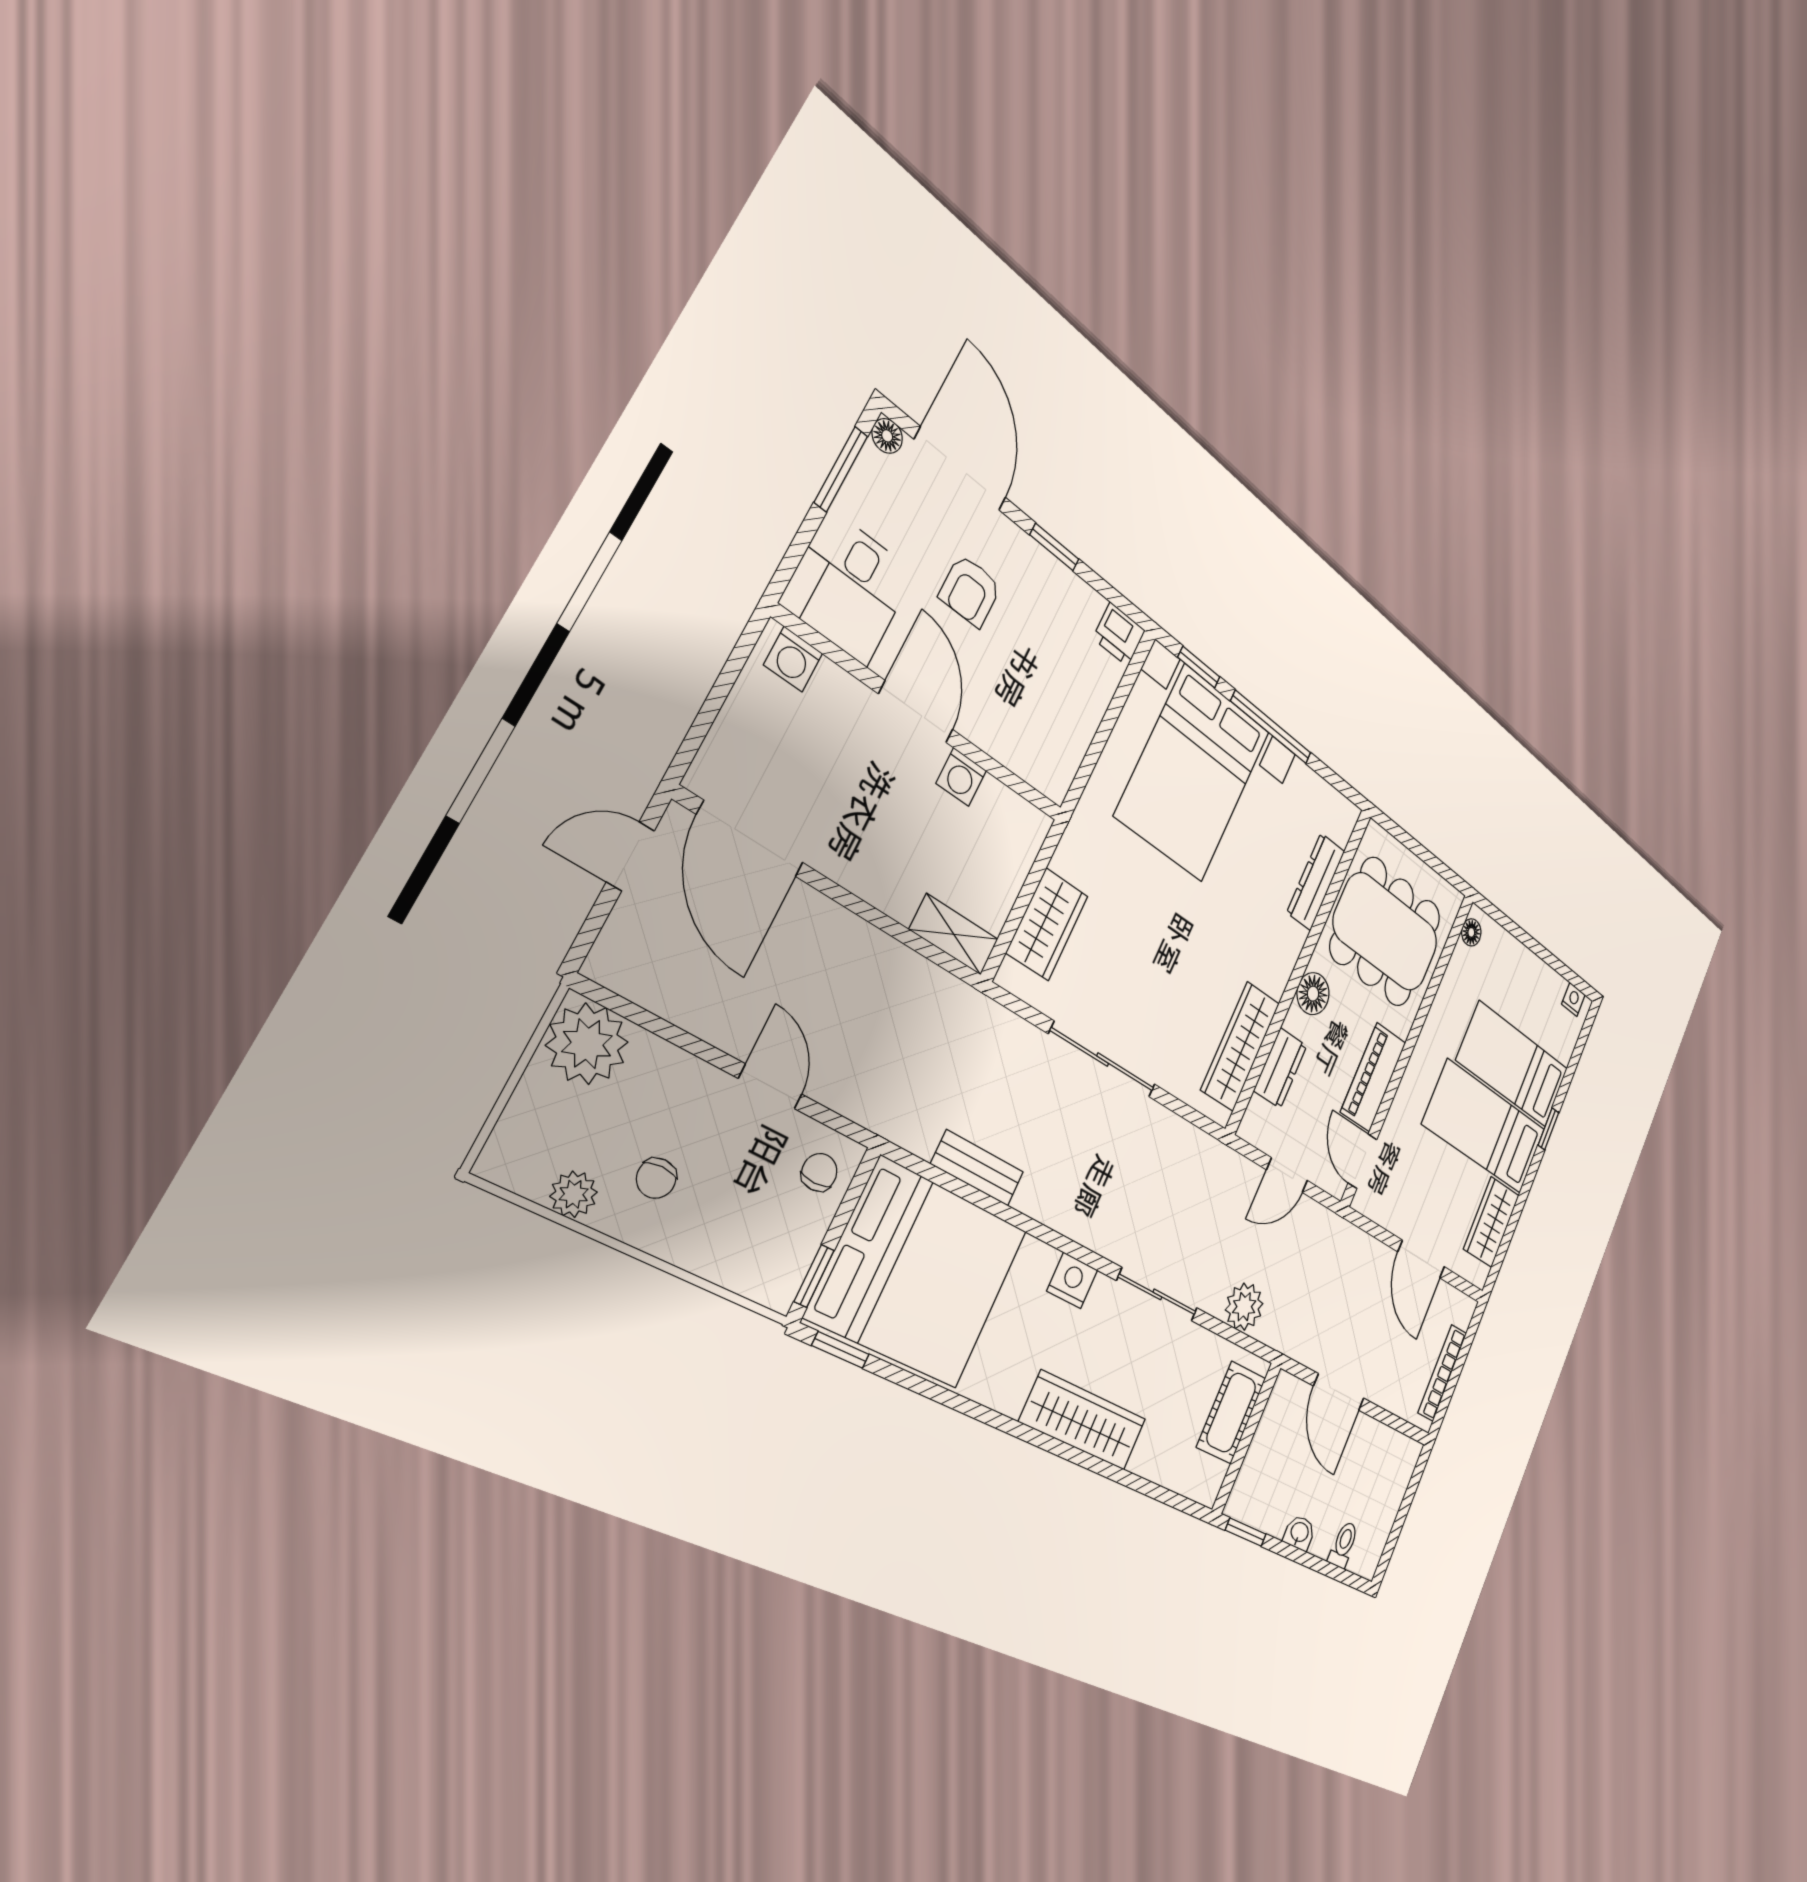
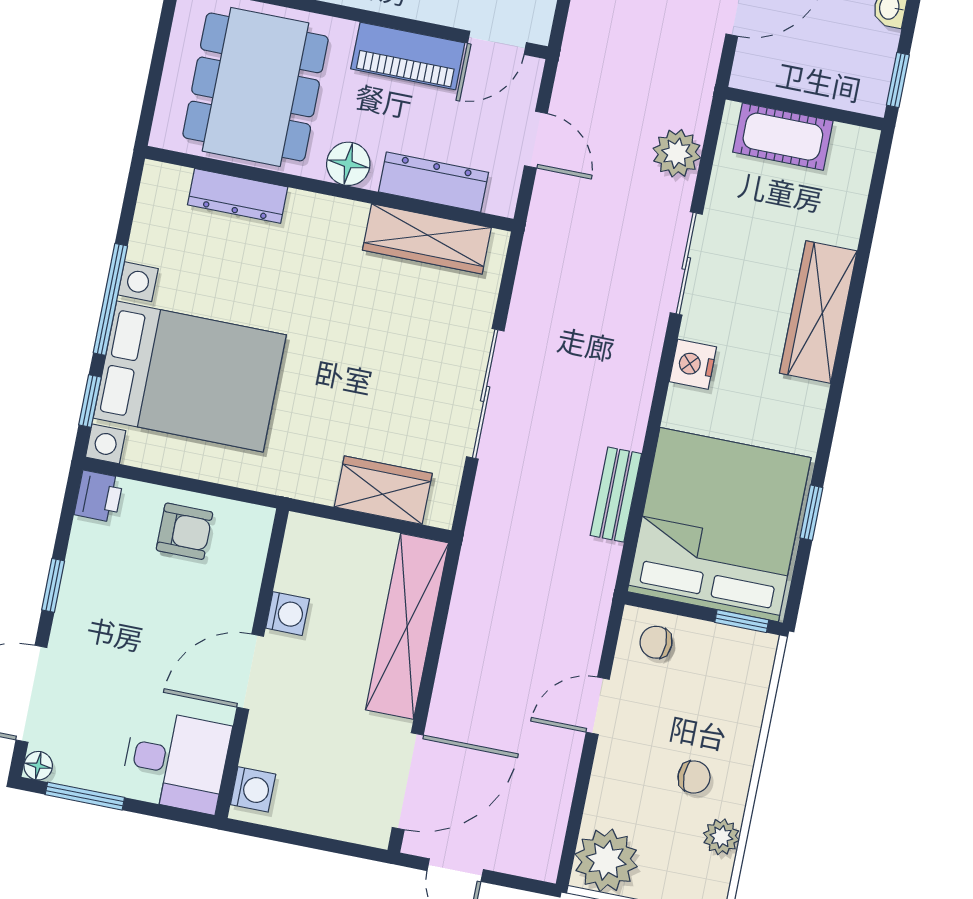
armchair: (970, 591) -> (184, 531), moved
shelving: (954, 934) -> (407, 626), width x2.20, depth x1.33
dresser: (1280, 1068) -> (434, 182), width x1.44
window: (840, 1350) -> (811, 513), moved

